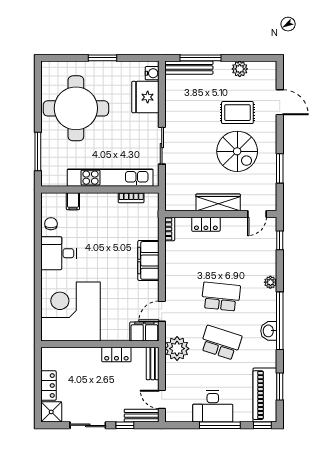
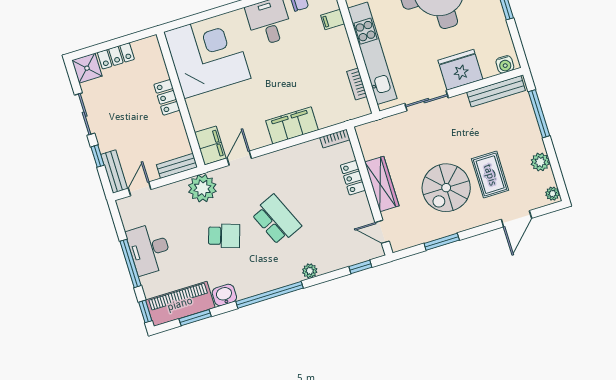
plant: (268, 67) -> (553, 194), added
bench: (189, 68) -> (496, 91), moved, turned 90
fridge: (145, 97) -> (460, 70), moved
school desk: (221, 297) -> (276, 220), turned -30
door: (162, 311) -> (239, 158), hinge flipped
washbasin: (269, 331) -> (224, 295), moved
school desk: (221, 343) -> (224, 236), width x0.54
locker: (116, 355) -> (167, 97), moved

